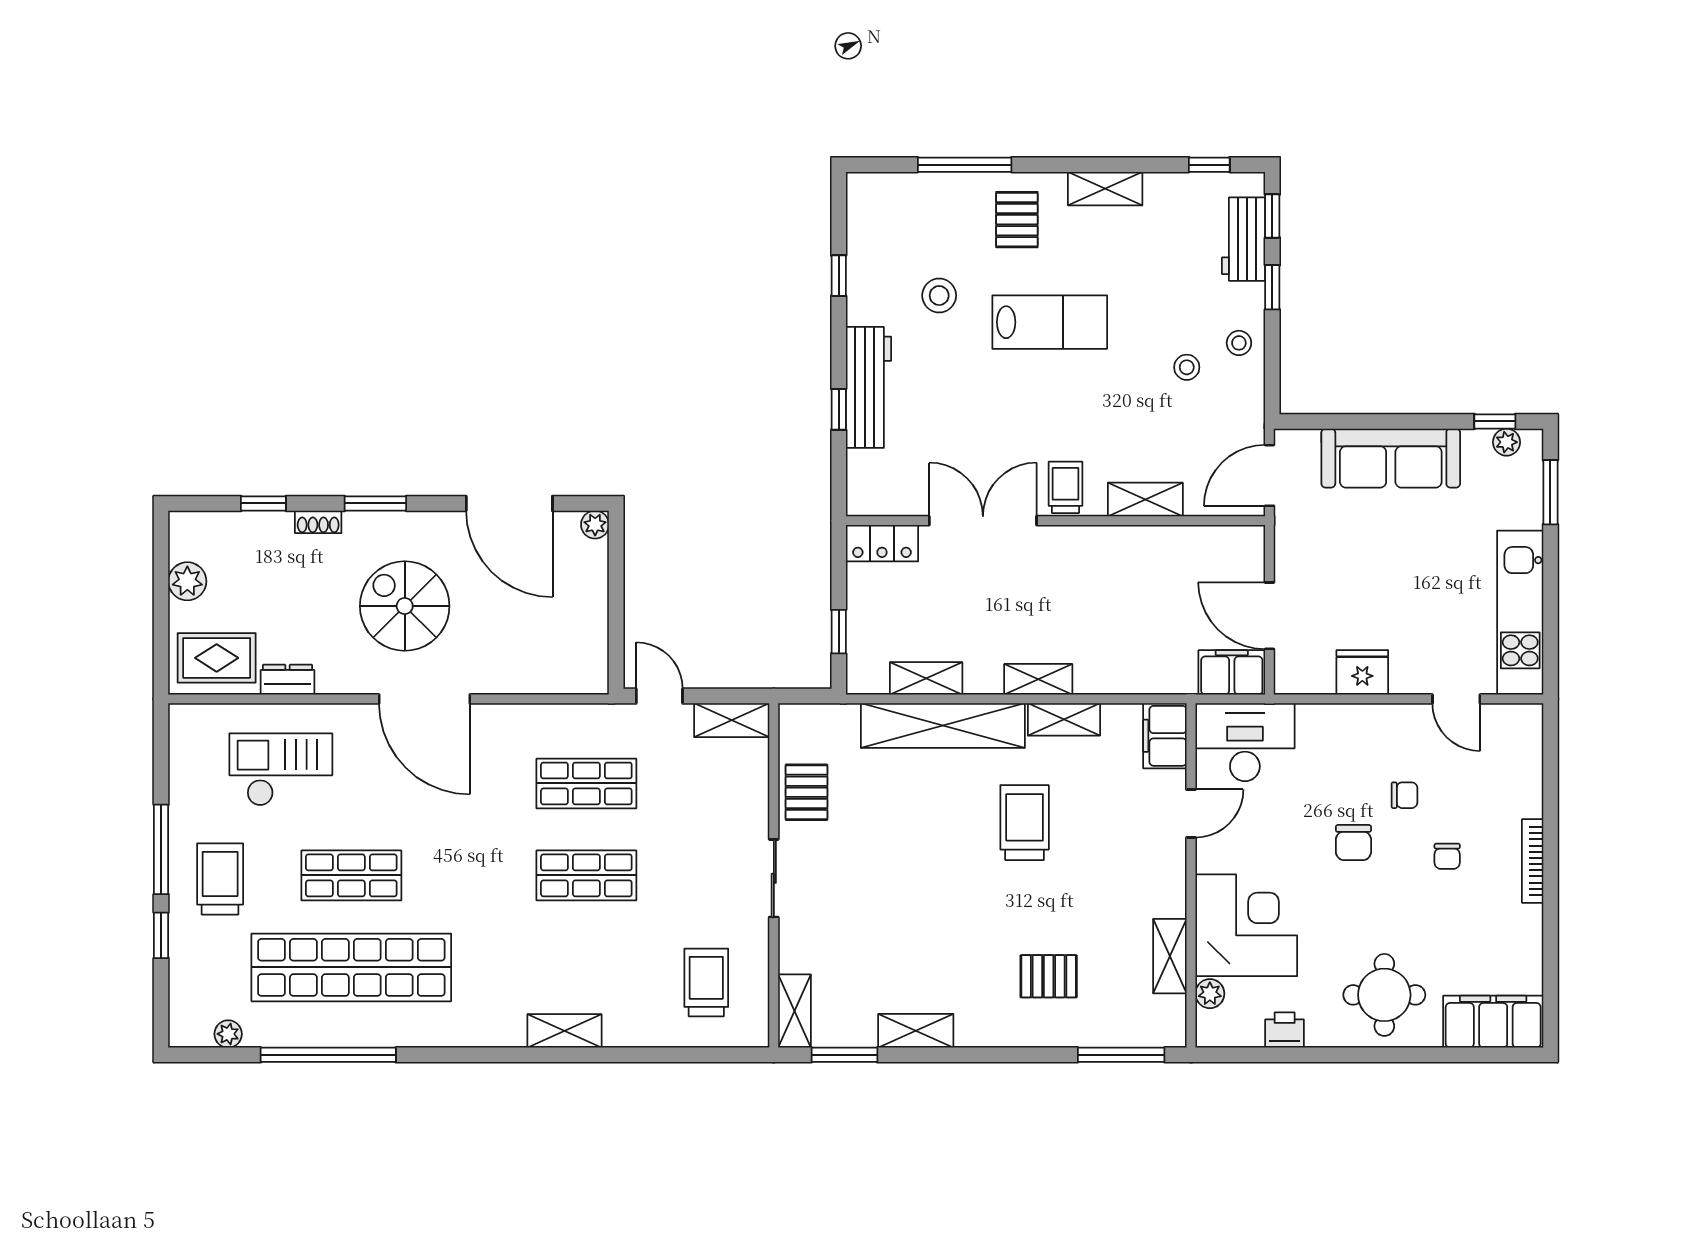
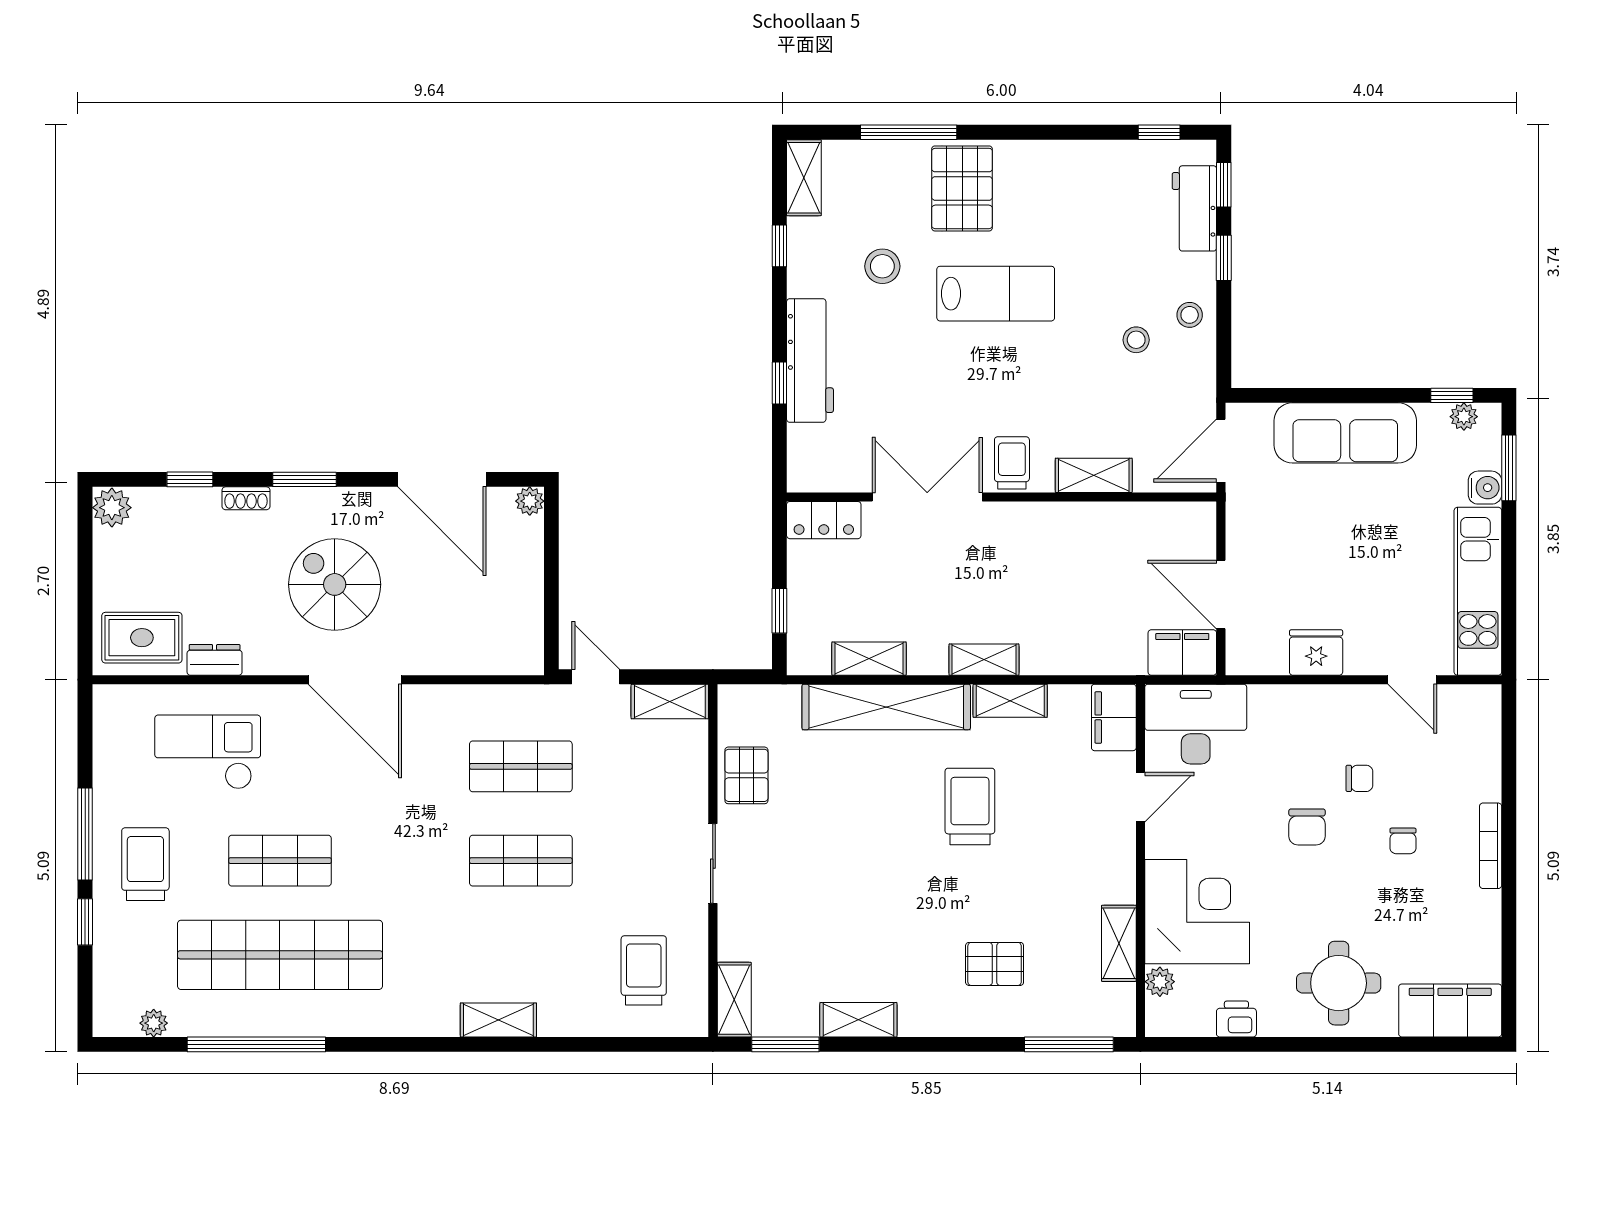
shelving: (1105, 189) -> (804, 178), moved, turned 90
pallet: (1017, 220) -> (962, 188), width x1.50, depth x1.42
water cooler: (1527, 511) -> (1485, 488), added
plant: (187, 581) -> (112, 508), moved

